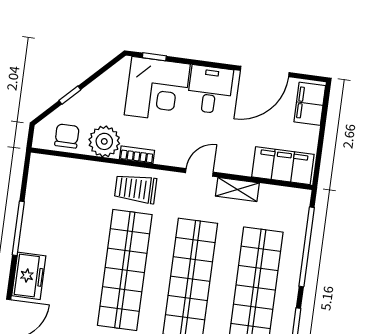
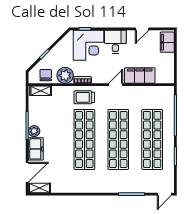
door: (265, 72) -> (142, 29), width x0.53
filing cabinet: (283, 166) -> (140, 76), moved
shelving: (237, 189) -> (41, 91), moved
plant: (30, 241) -> (34, 131), added

